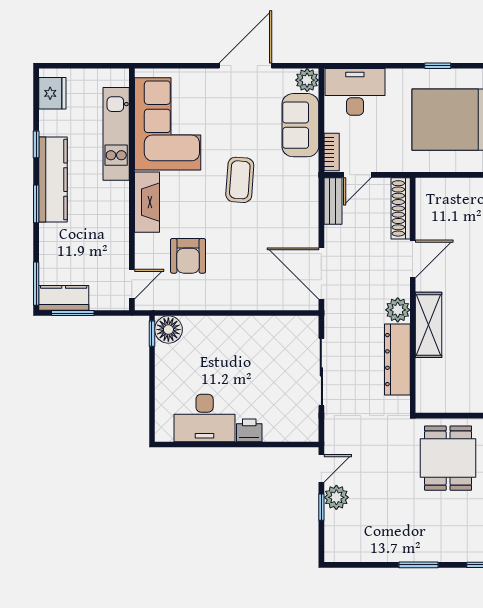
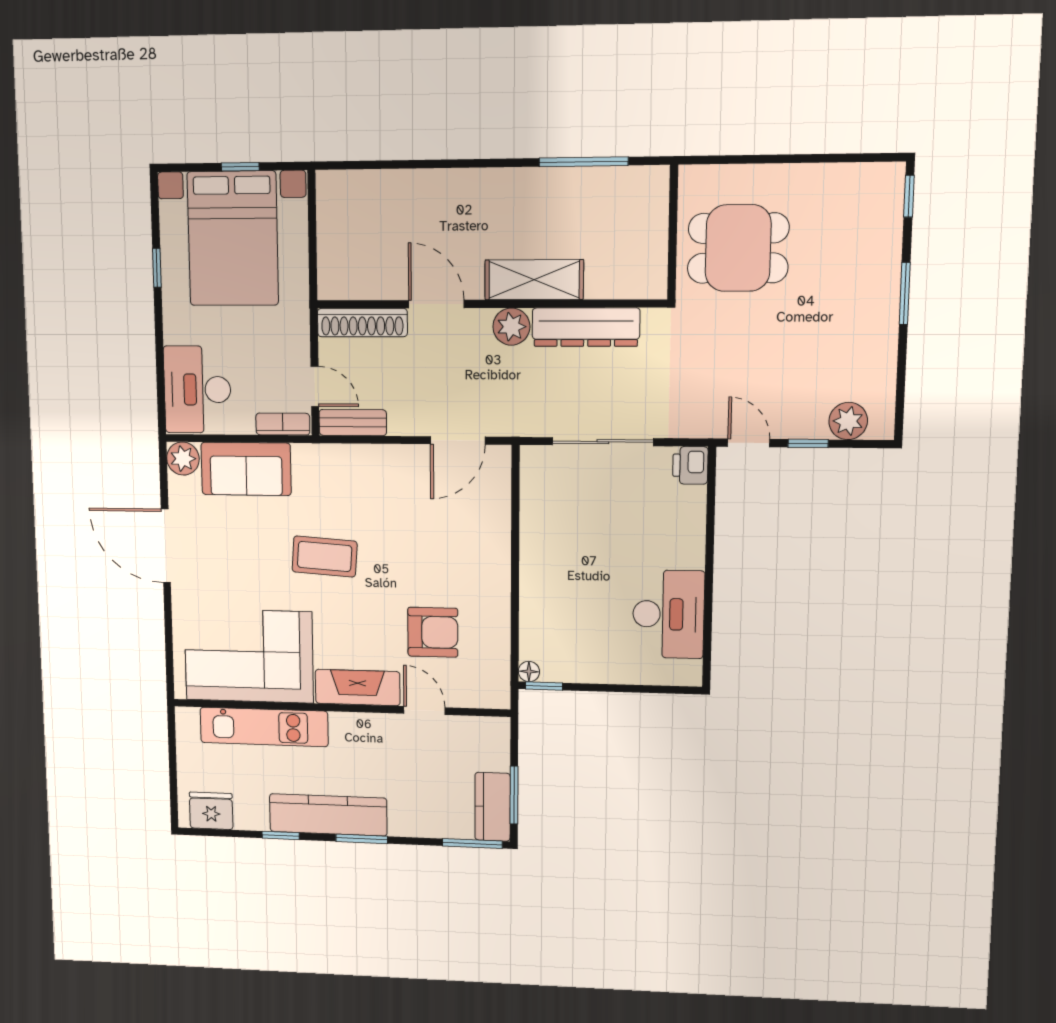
door: (321, 273) -> (458, 440), width x0.73
door: (132, 284) -> (424, 710), moved
floor lamp: (168, 330) -> (529, 672), width x0.53, depth x0.53
printer: (249, 430) -> (690, 465), moved
plant: (336, 497) -> (848, 421), moved

